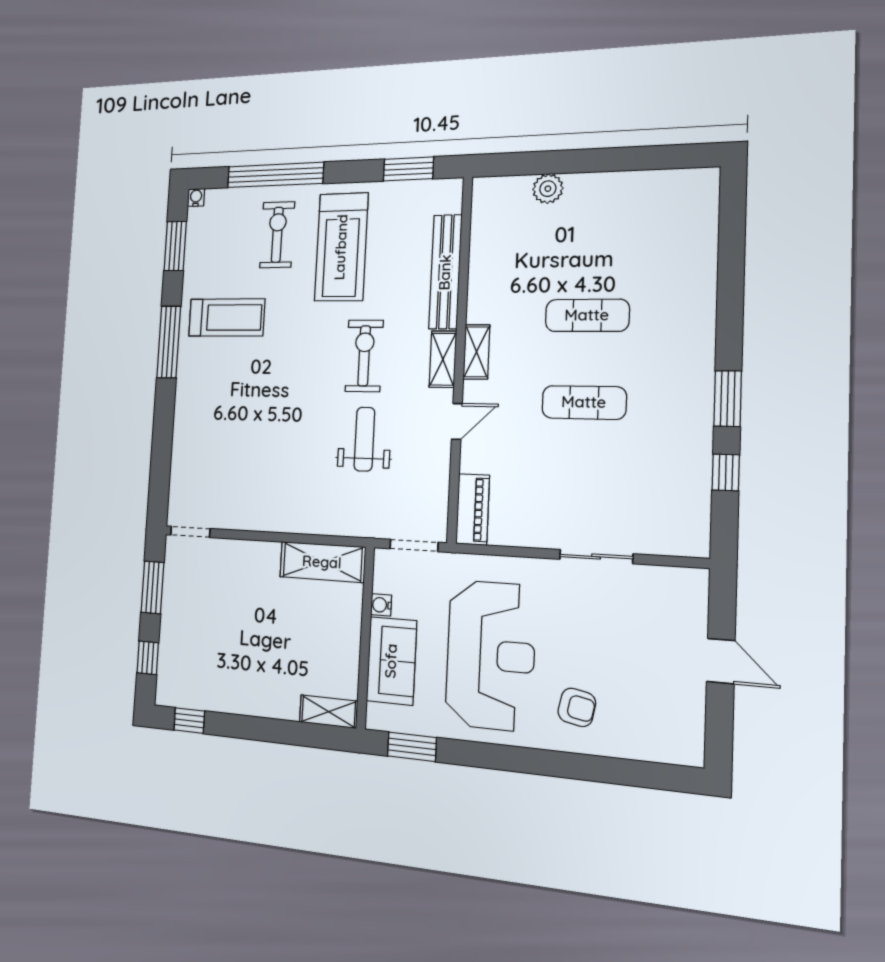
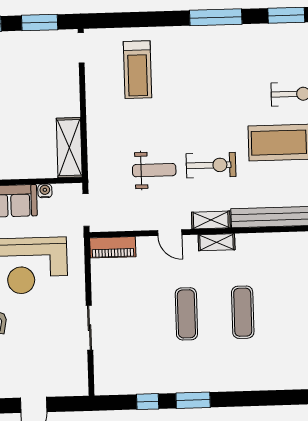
treadmill: (227, 317) -> (137, 70), moved

